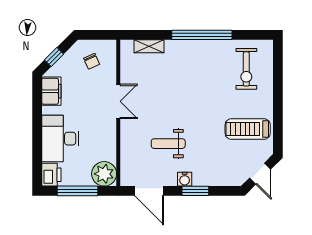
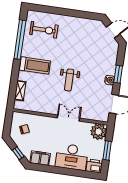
window: (202, 35) -> (20, 40), moved
double door: (118, 101) -> (68, 118), moved
treadmill: (248, 129) -> (35, 65), moved, turned -90
weight bench: (168, 144) -> (69, 80), moved
window: (78, 191) -> (107, 150), width x0.69

